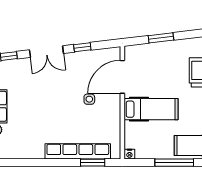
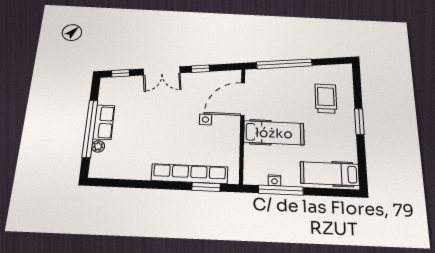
window: (161, 38) -> (284, 64), width x2.11
nightstand: (129, 154) -> (274, 180), moved
window: (174, 163) -> (281, 190), moved

